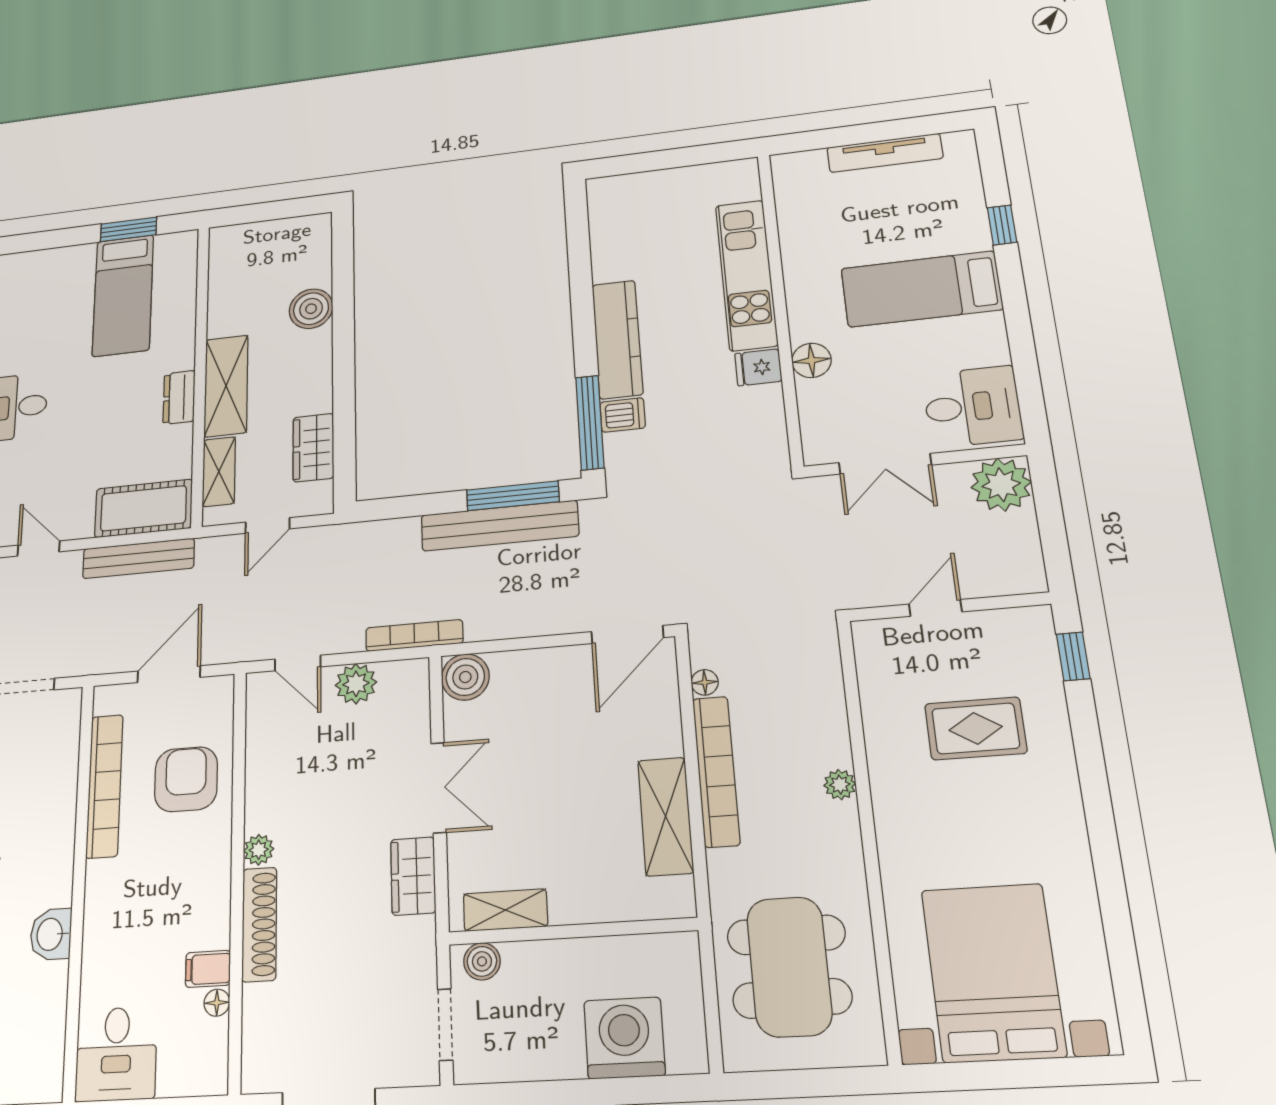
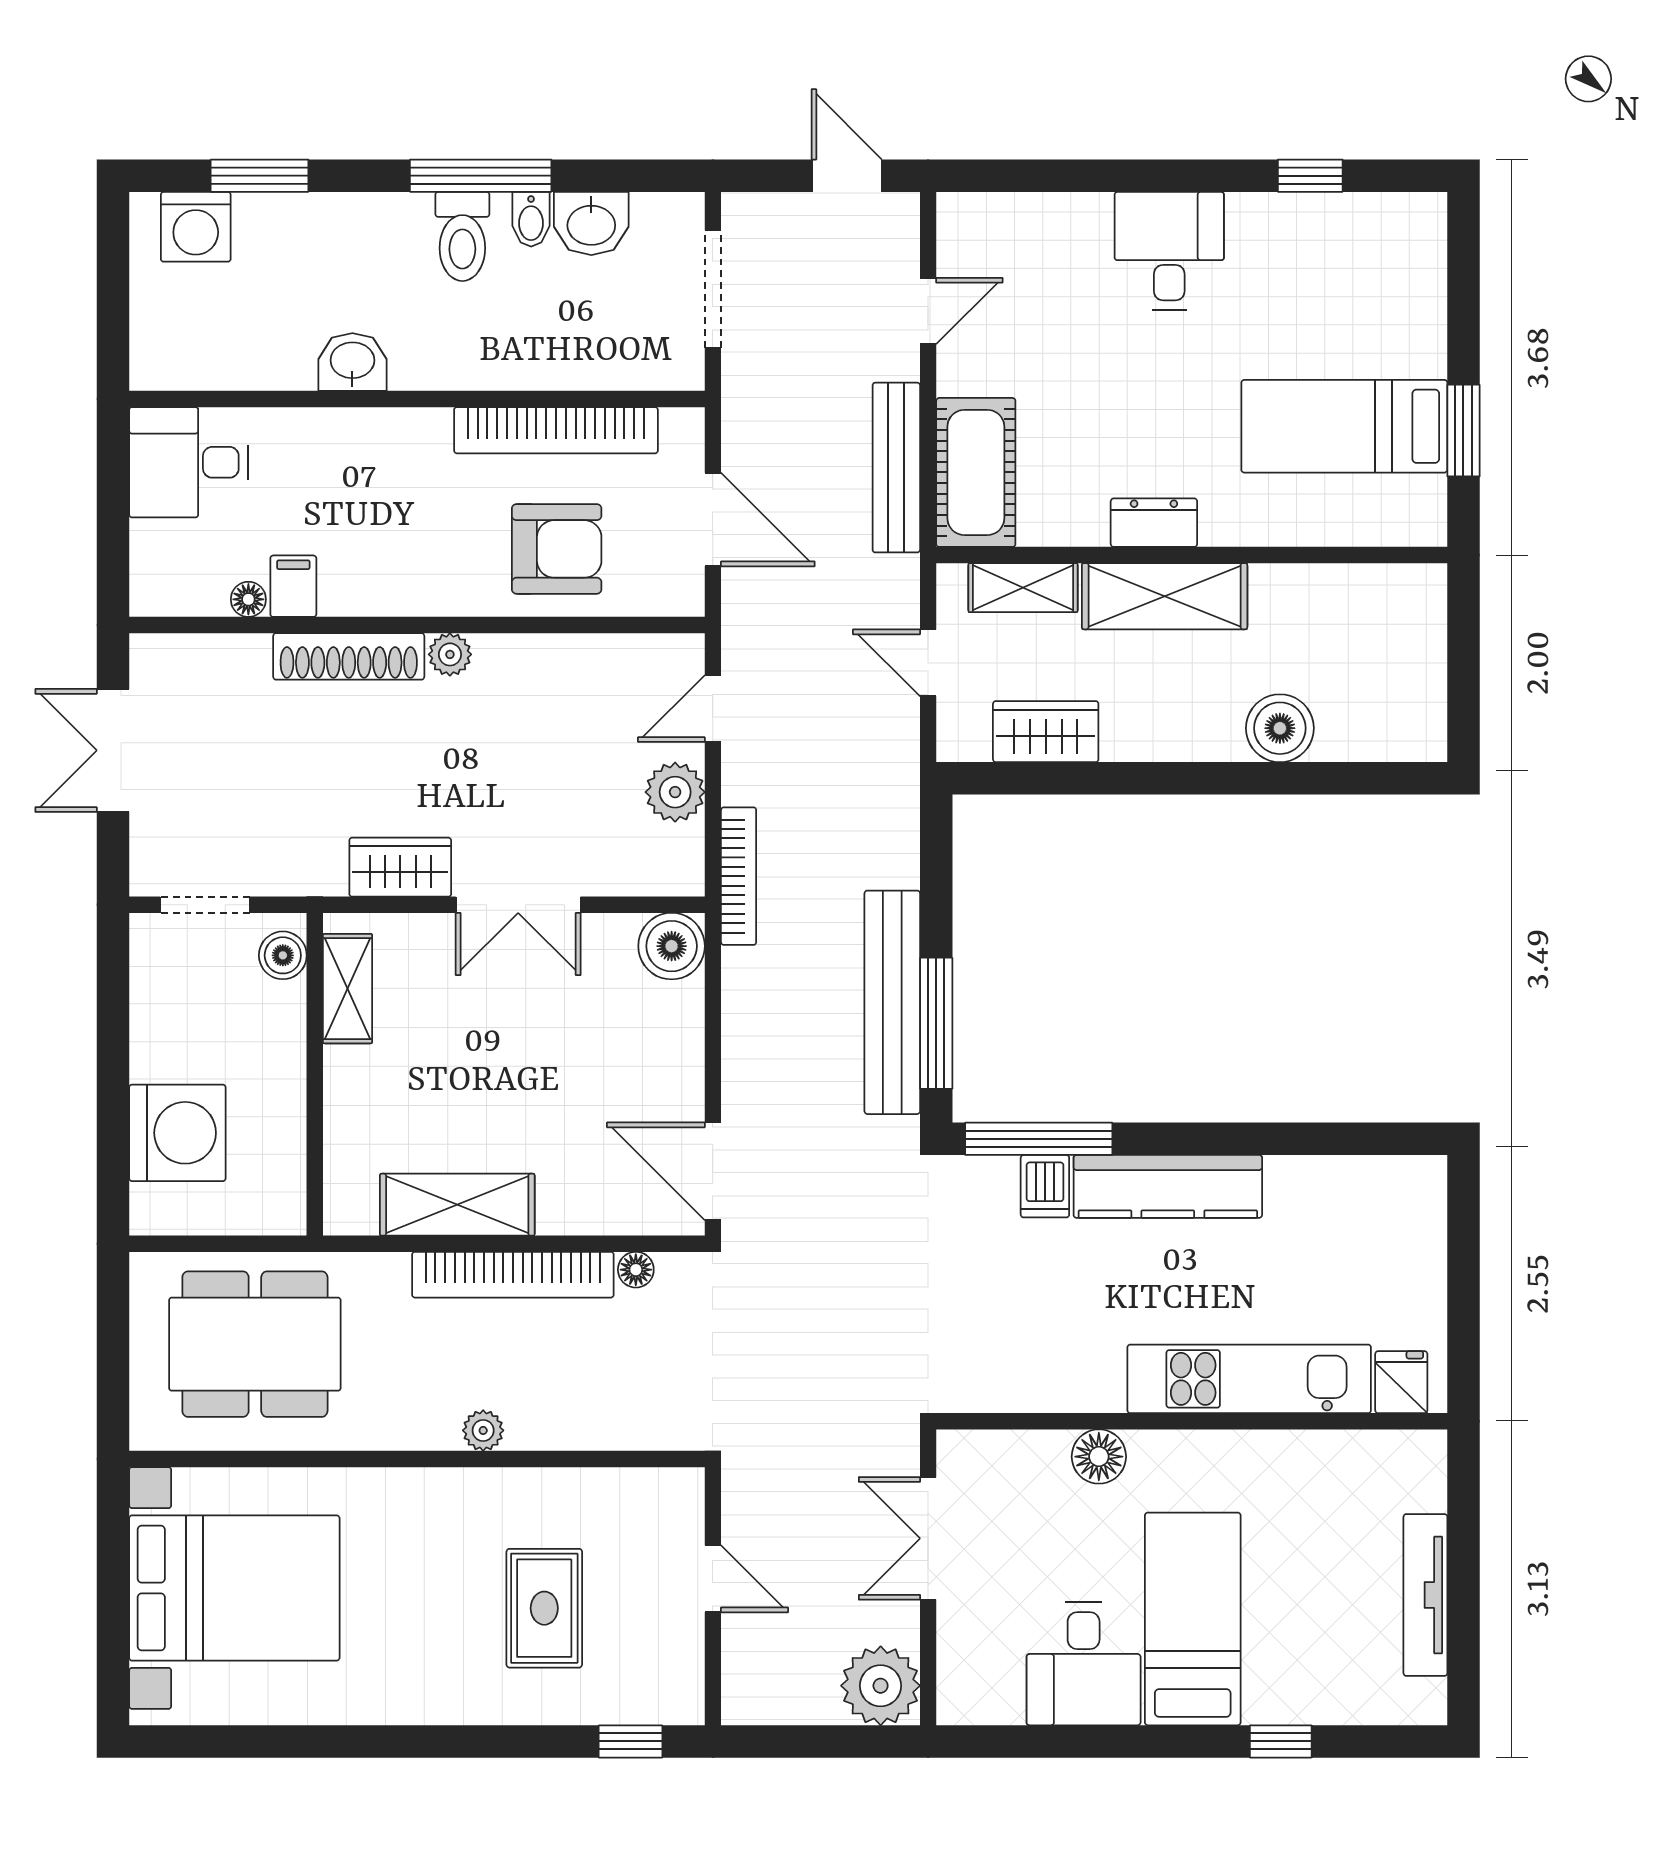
fridge: (758, 367) -> (1401, 1382), moved
desk: (972, 407) -> (1084, 1664), moved

